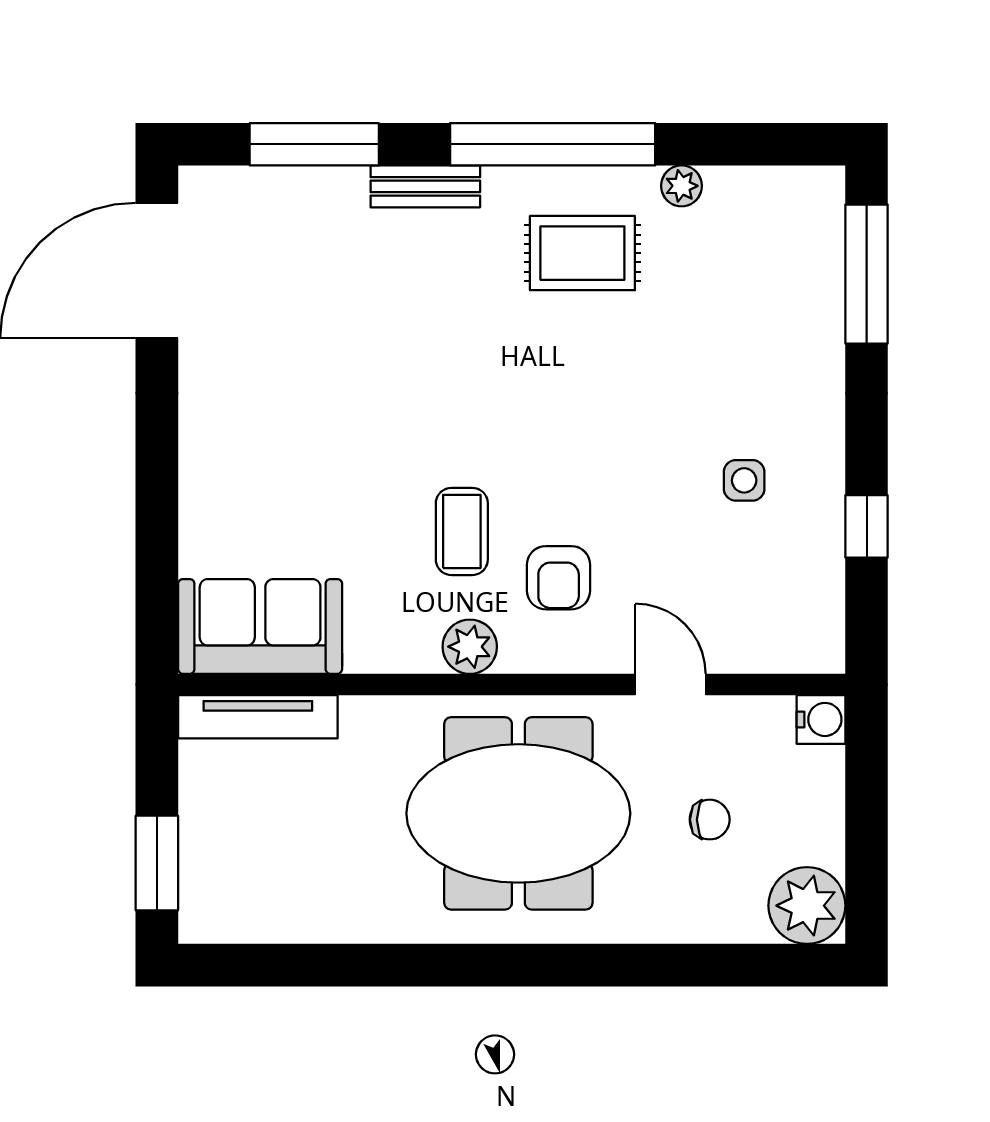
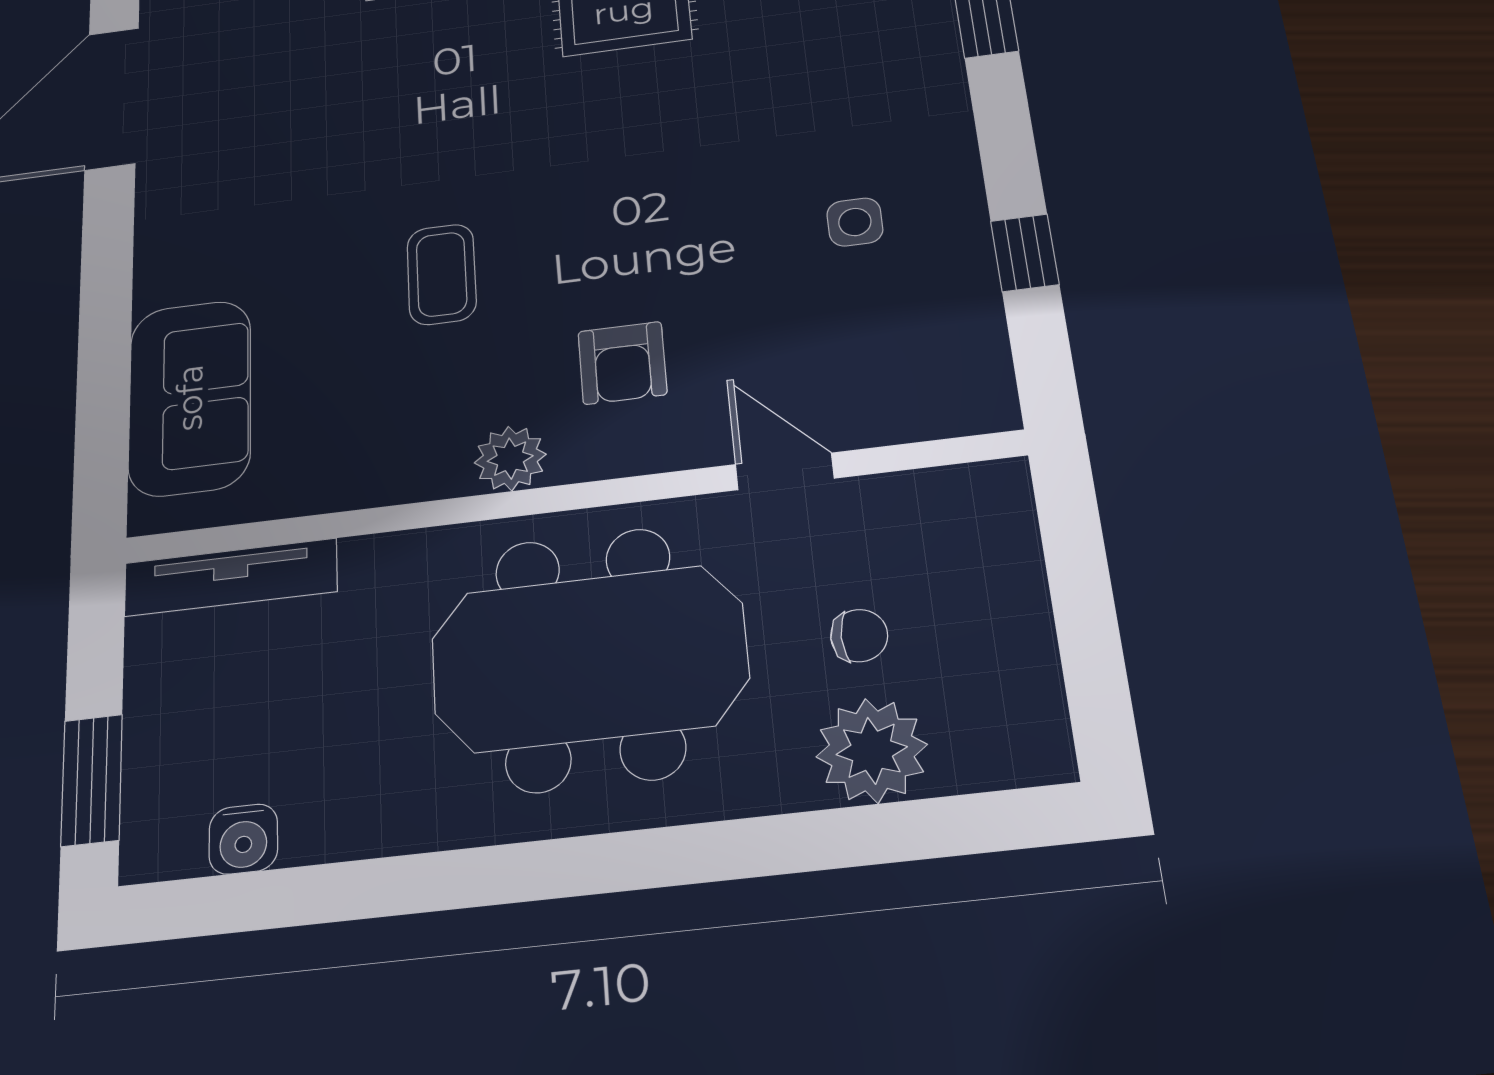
coffee table: (462, 531) -> (442, 274), moved
sofa: (260, 626) -> (190, 398), moved, turned 90
water cooler: (821, 719) -> (243, 839), moved, turned 90
plant: (807, 906) -> (872, 751), moved

